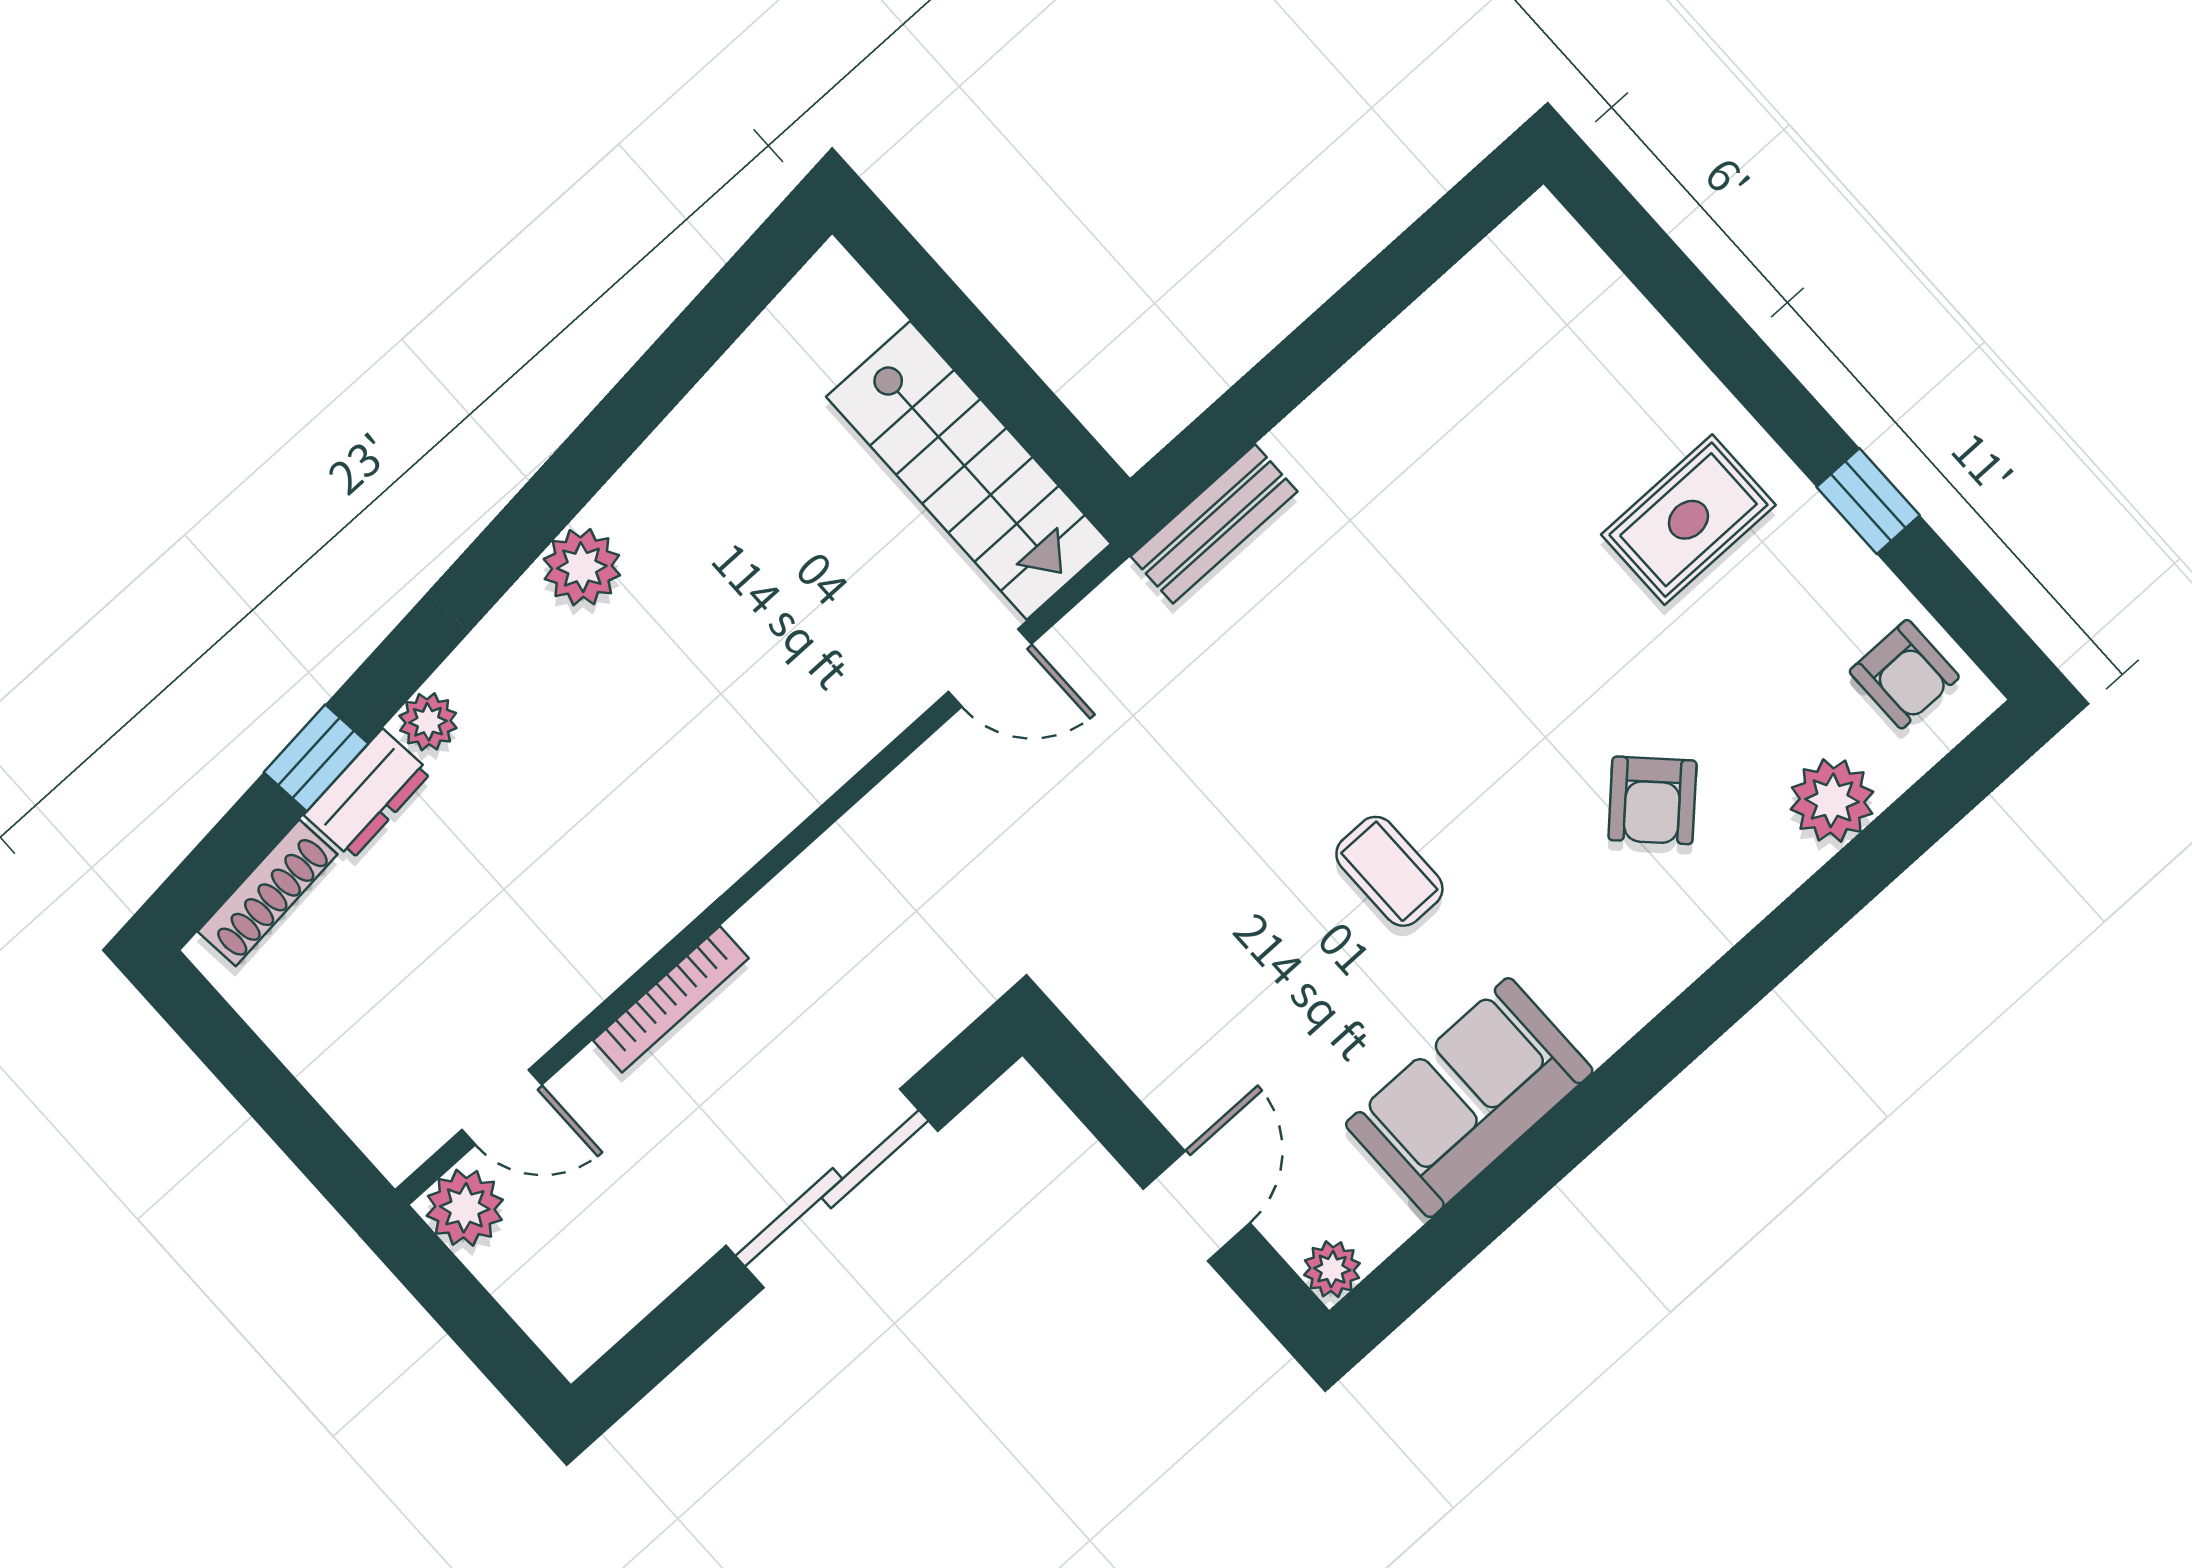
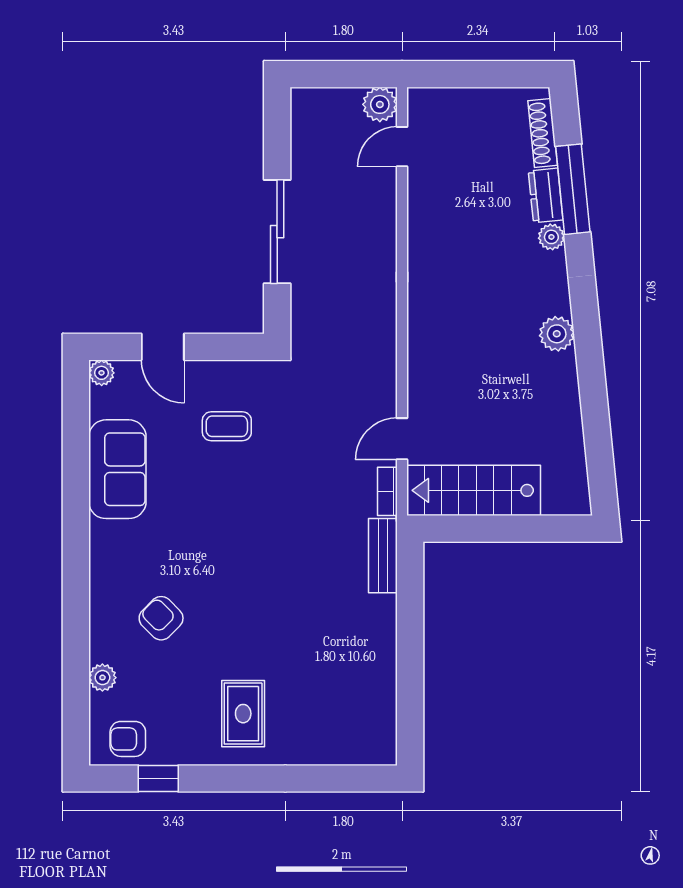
window: (1868, 501) -> (158, 779), moved
window: (316, 758) -> (573, 189), width x2.17
plant: (1832, 800) -> (102, 678), width x0.73, depth x0.73
coffee table: (1389, 871) -> (227, 426), moved
bookcase: (671, 999) -> (387, 491), moved, width x0.64

